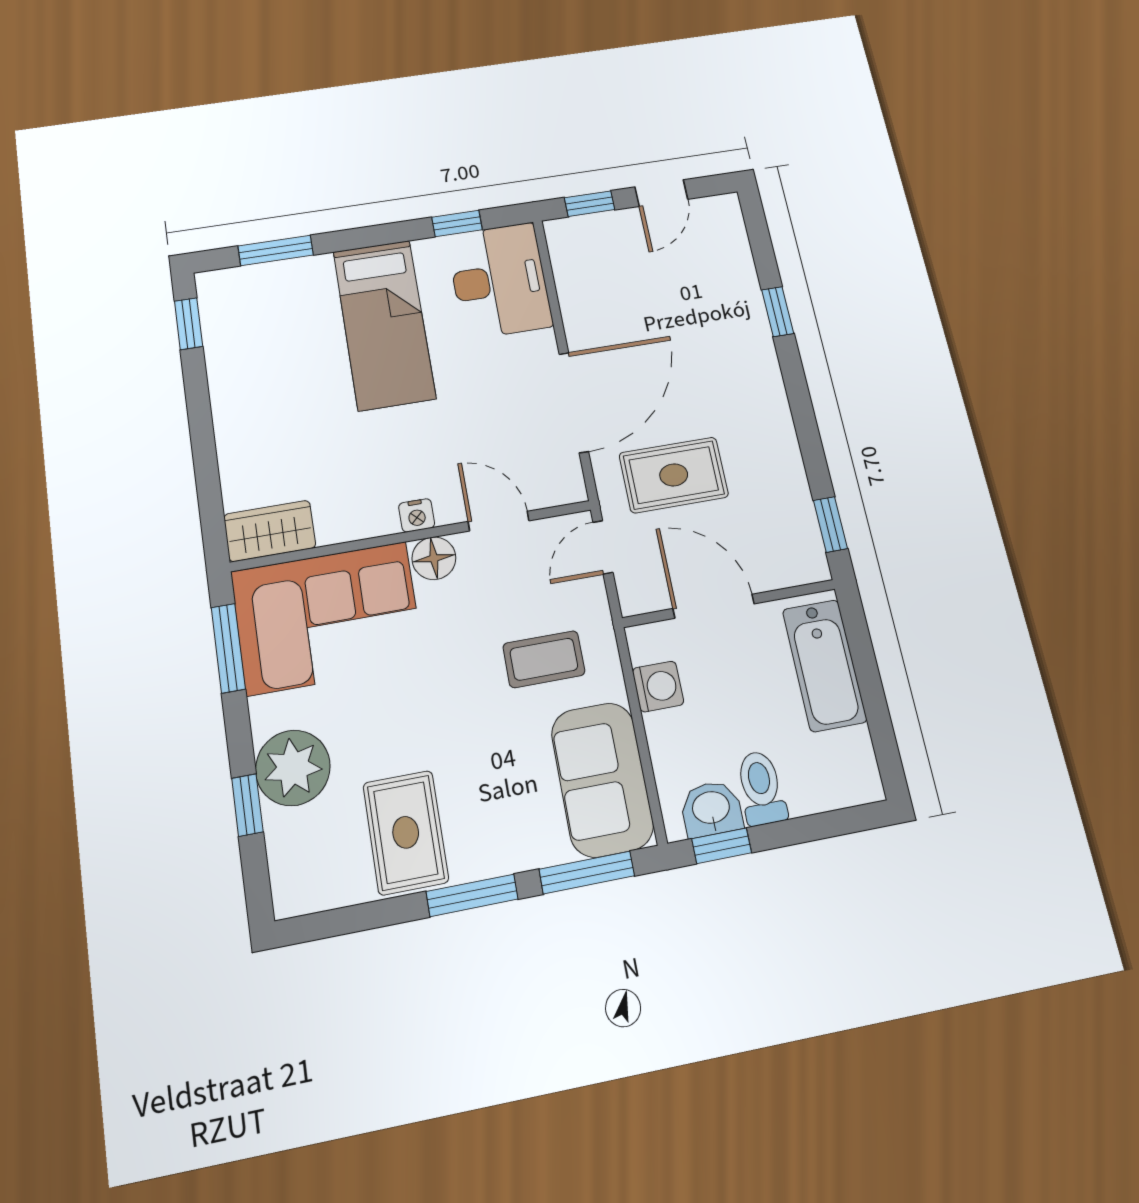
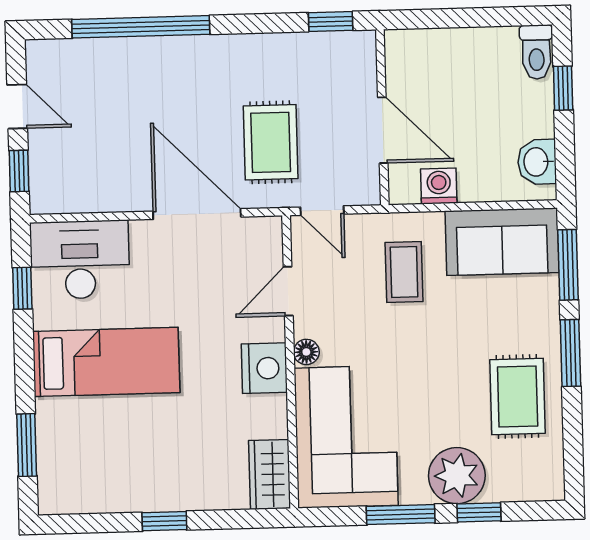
window: (778, 312) -> (141, 27), width x3.17
window: (189, 324) -> (164, 521), moved
nightstand: (417, 515) -> (264, 368), width x1.89, depth x1.79
floor lamp: (434, 558) -> (306, 352), width x0.73, depth x0.73
door: (714, 606) -> (383, 130), swing flipped
window: (228, 648) -> (401, 515), moved
bathtub: (824, 665) -> (443, 51), removed
toilet: (761, 788) -> (536, 52), moved, turned -90
rug: (406, 832) -> (518, 396), turned 90
window: (722, 846) -> (563, 88), moved

